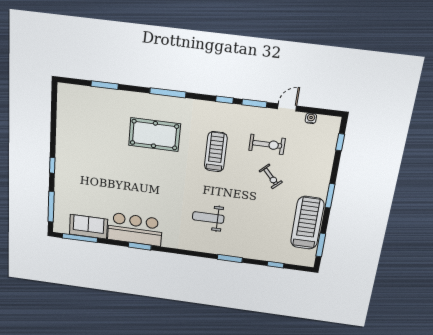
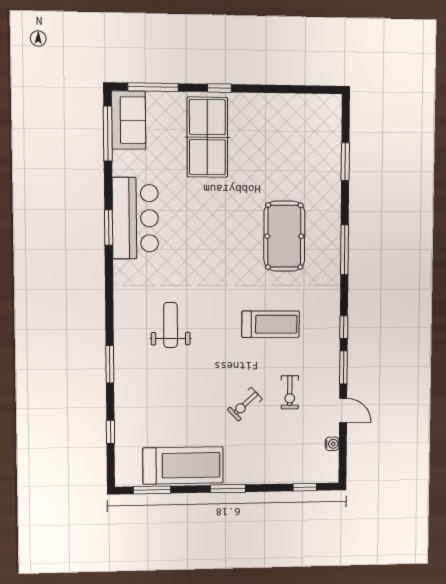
exercise bike: (267, 144) -> (290, 392), width x0.73, depth x0.72
table tennis table: (84, 177) -> (207, 137), added
sofa: (88, 227) -> (129, 120), moved

